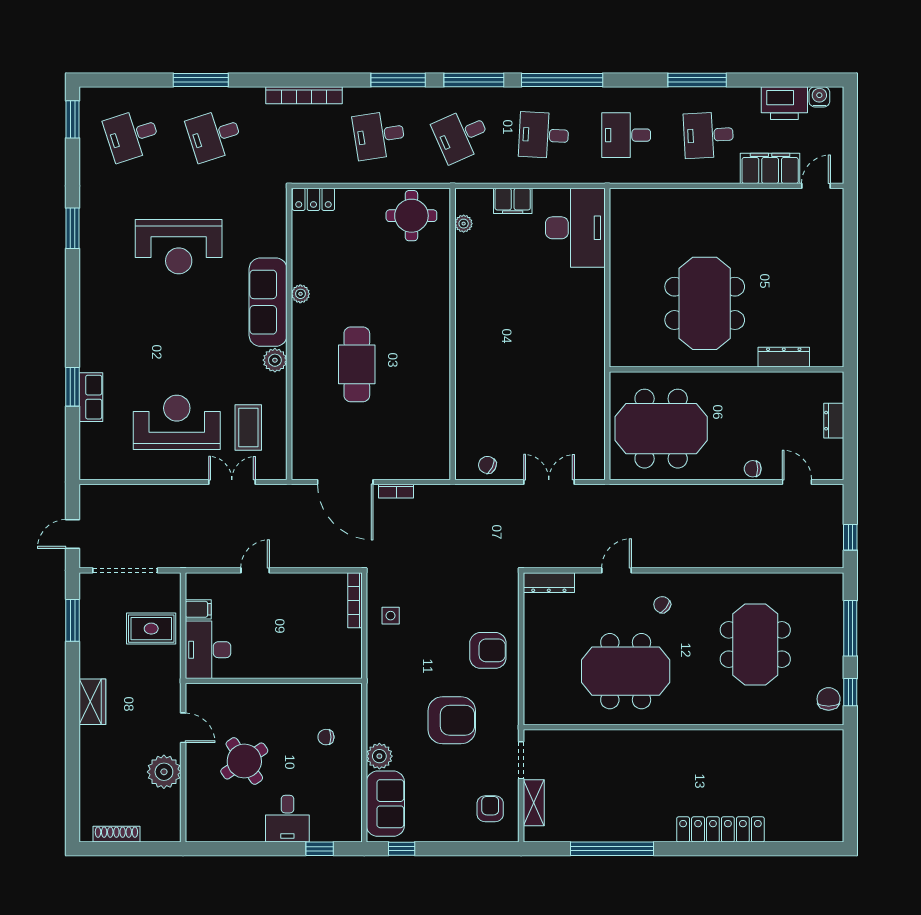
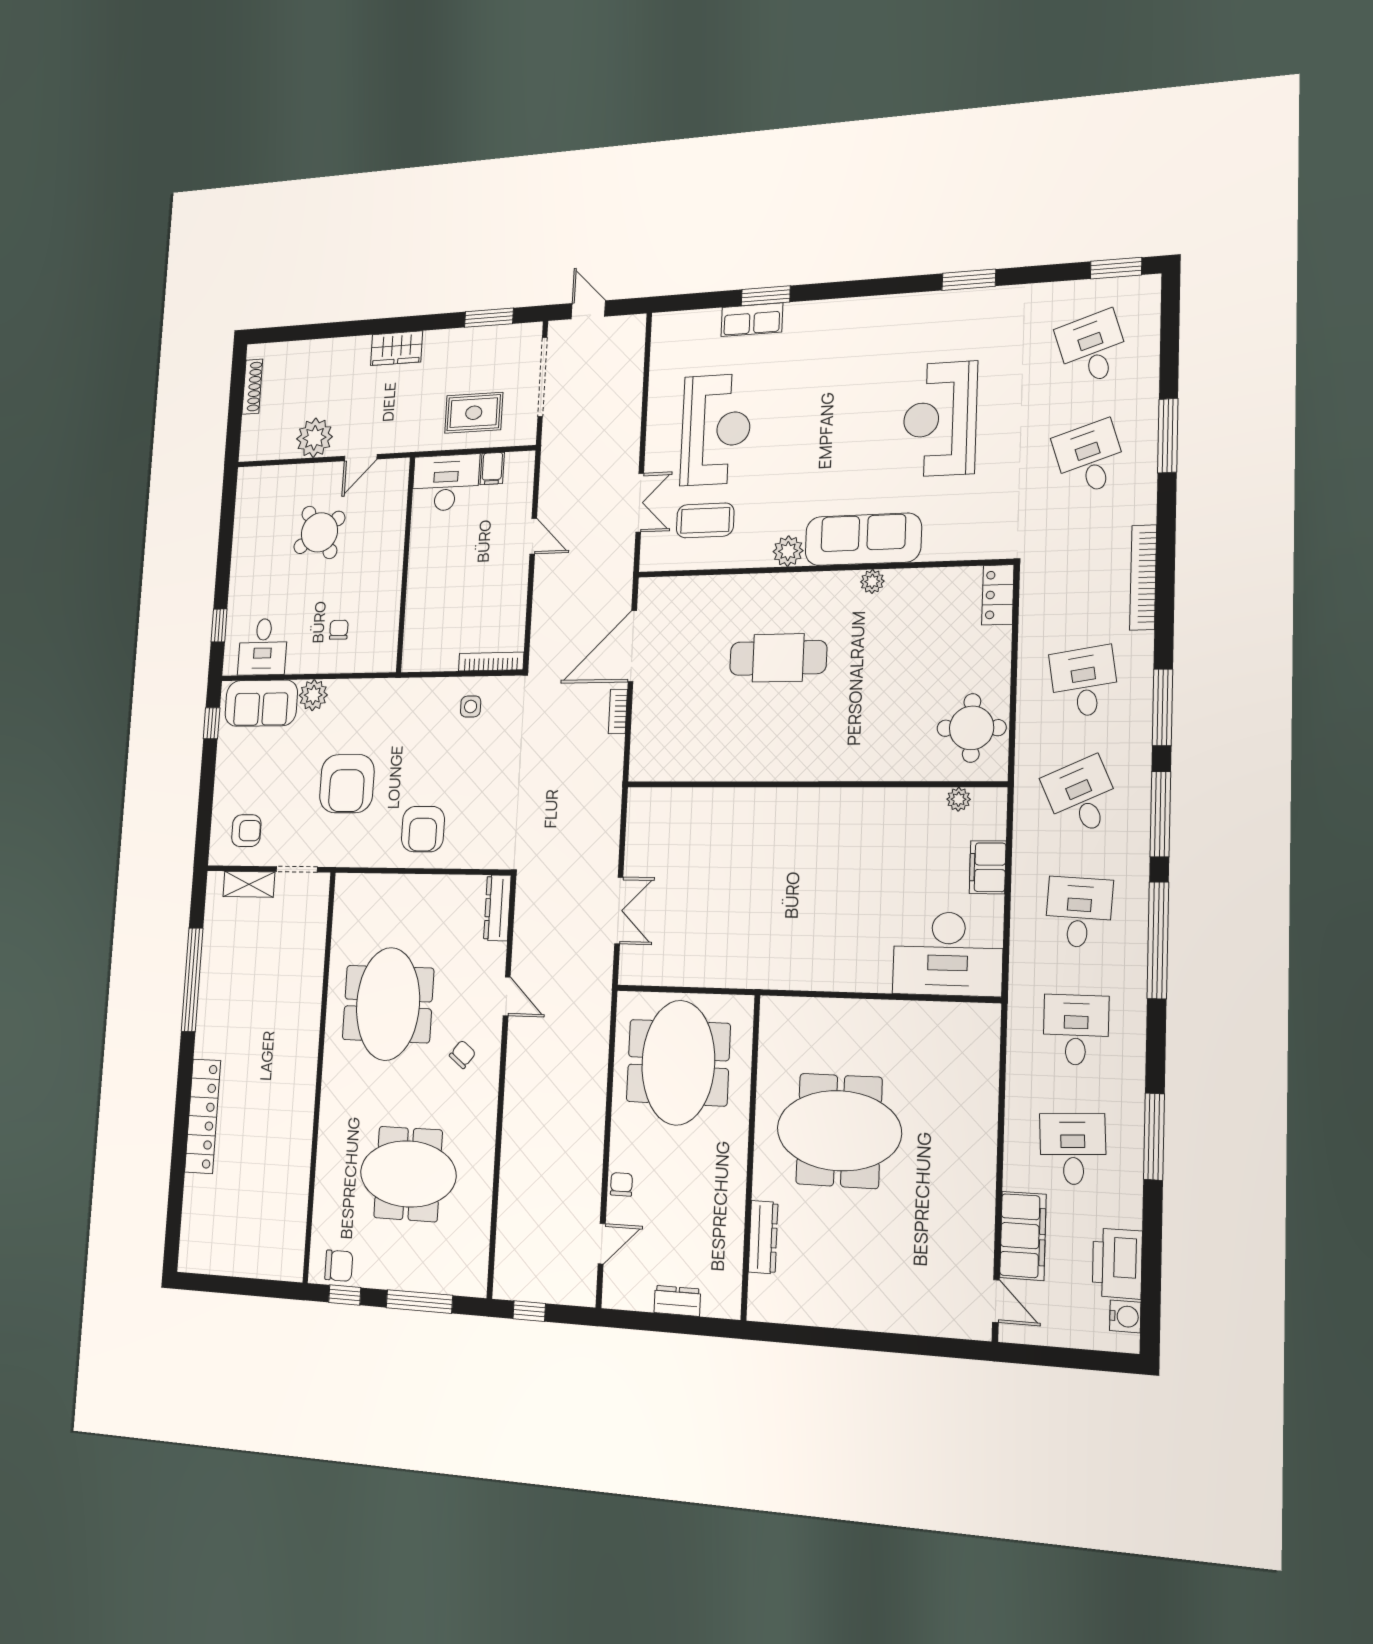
chair: (487, 465) -> (644, 830), removed
rug: (151, 629) -> (474, 413), turned 90
desk: (287, 819) -> (263, 647), moved, turned -90

